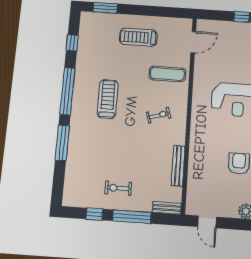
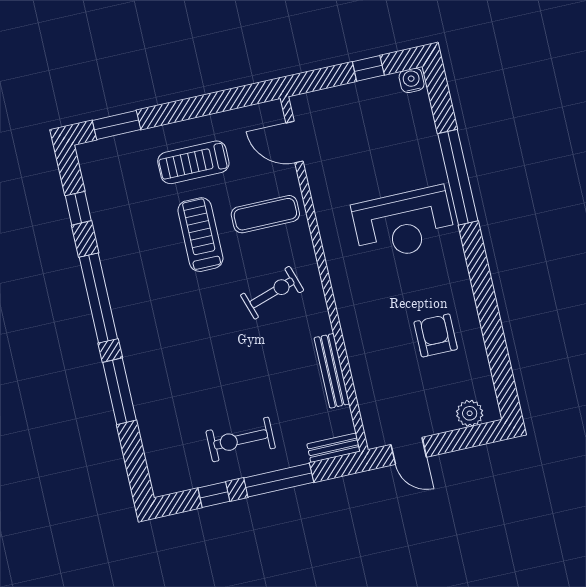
door: (193, 42) -> (295, 142), swing flipped
treadmill: (108, 99) -> (200, 235), moved
exercise bike: (159, 115) -> (272, 293), width x1.38, depth x1.39
exercise bike: (118, 188) -> (241, 439), width x1.38, depth x1.39

